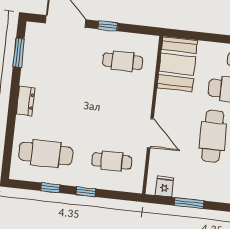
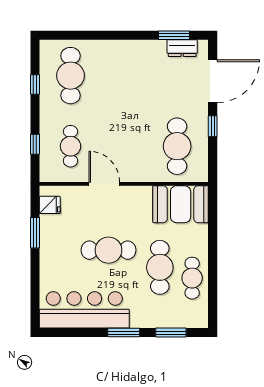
cafe table: (123, 61) -> (177, 146), width x1.37, depth x1.35
dresser: (25, 101) -> (182, 48), moved
door: (150, 133) -> (104, 184), swing flipped
window: (86, 192) -> (35, 144), moved

